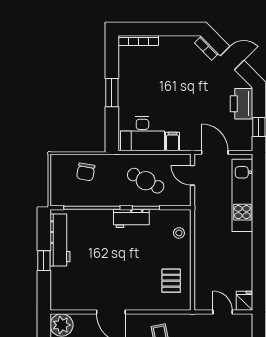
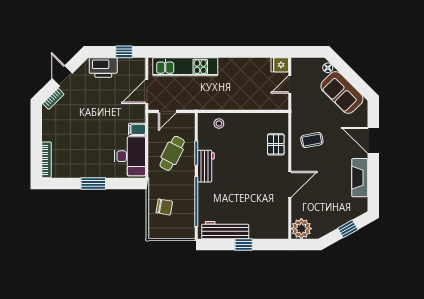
pallet: (171, 281) -> (276, 144), moved, turned 90

